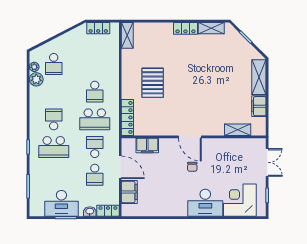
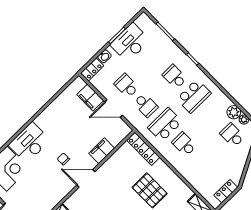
school desk: (54, 119) -> (194, 96), width x1.85
filing cabinet: (147, 145) -> (102, 151), moved
school desk: (54, 147) -> (175, 77), width x0.54

